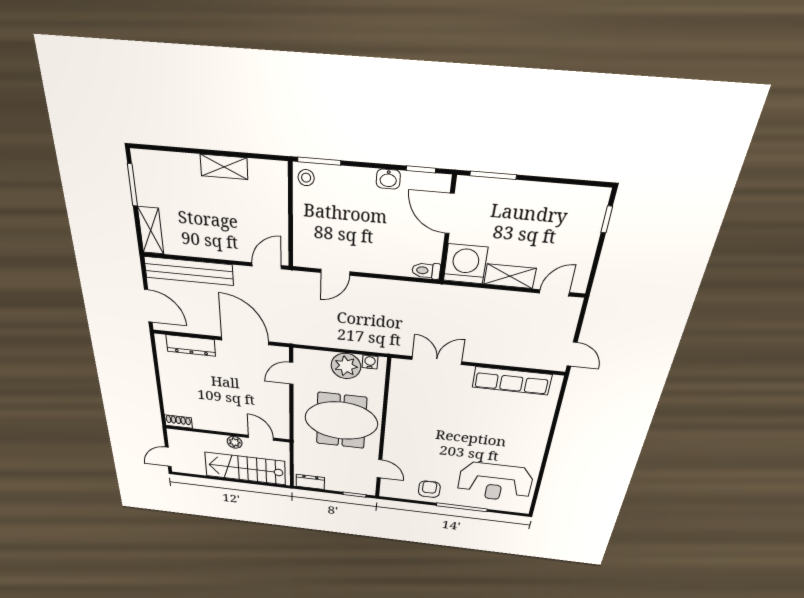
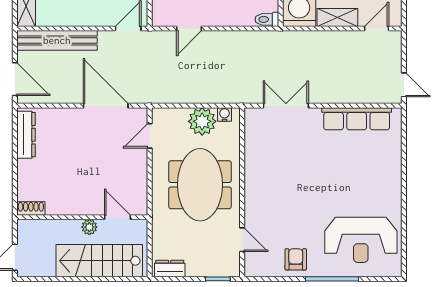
dresser: (191, 346) -> (26, 135), moved, turned -90
meeting table: (341, 421) -> (200, 185), turned 90

